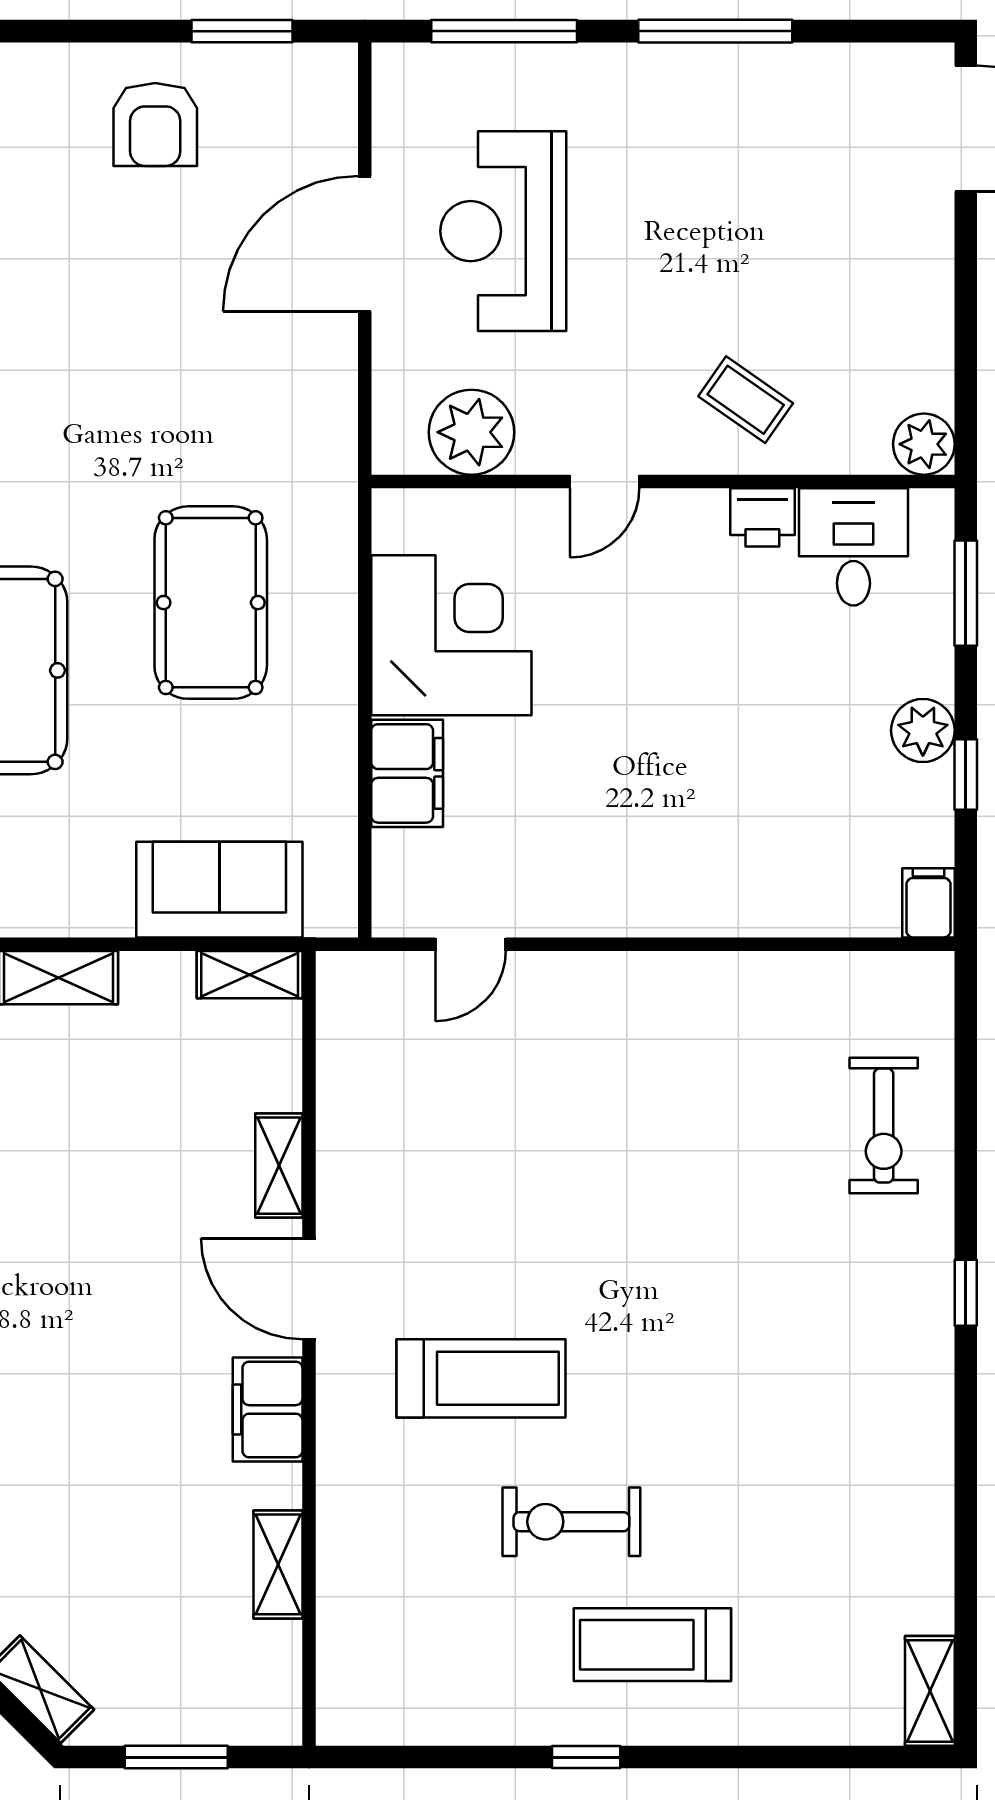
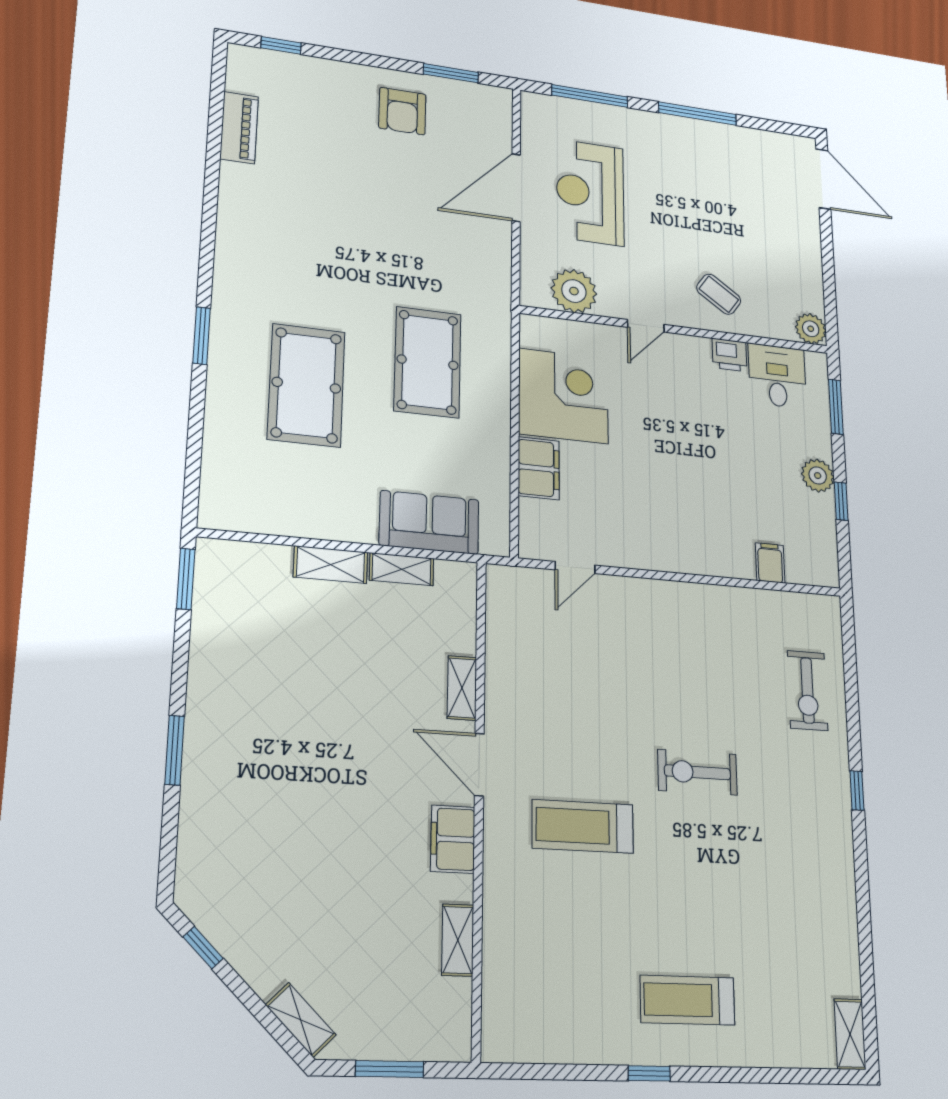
filing cabinet: (929, 903) -> (770, 563), moved
shelving: (250, 975) -> (402, 569), moved
treadmill: (481, 1378) -> (583, 826), turned 180
exercise bike: (571, 1522) -> (698, 772), moved

